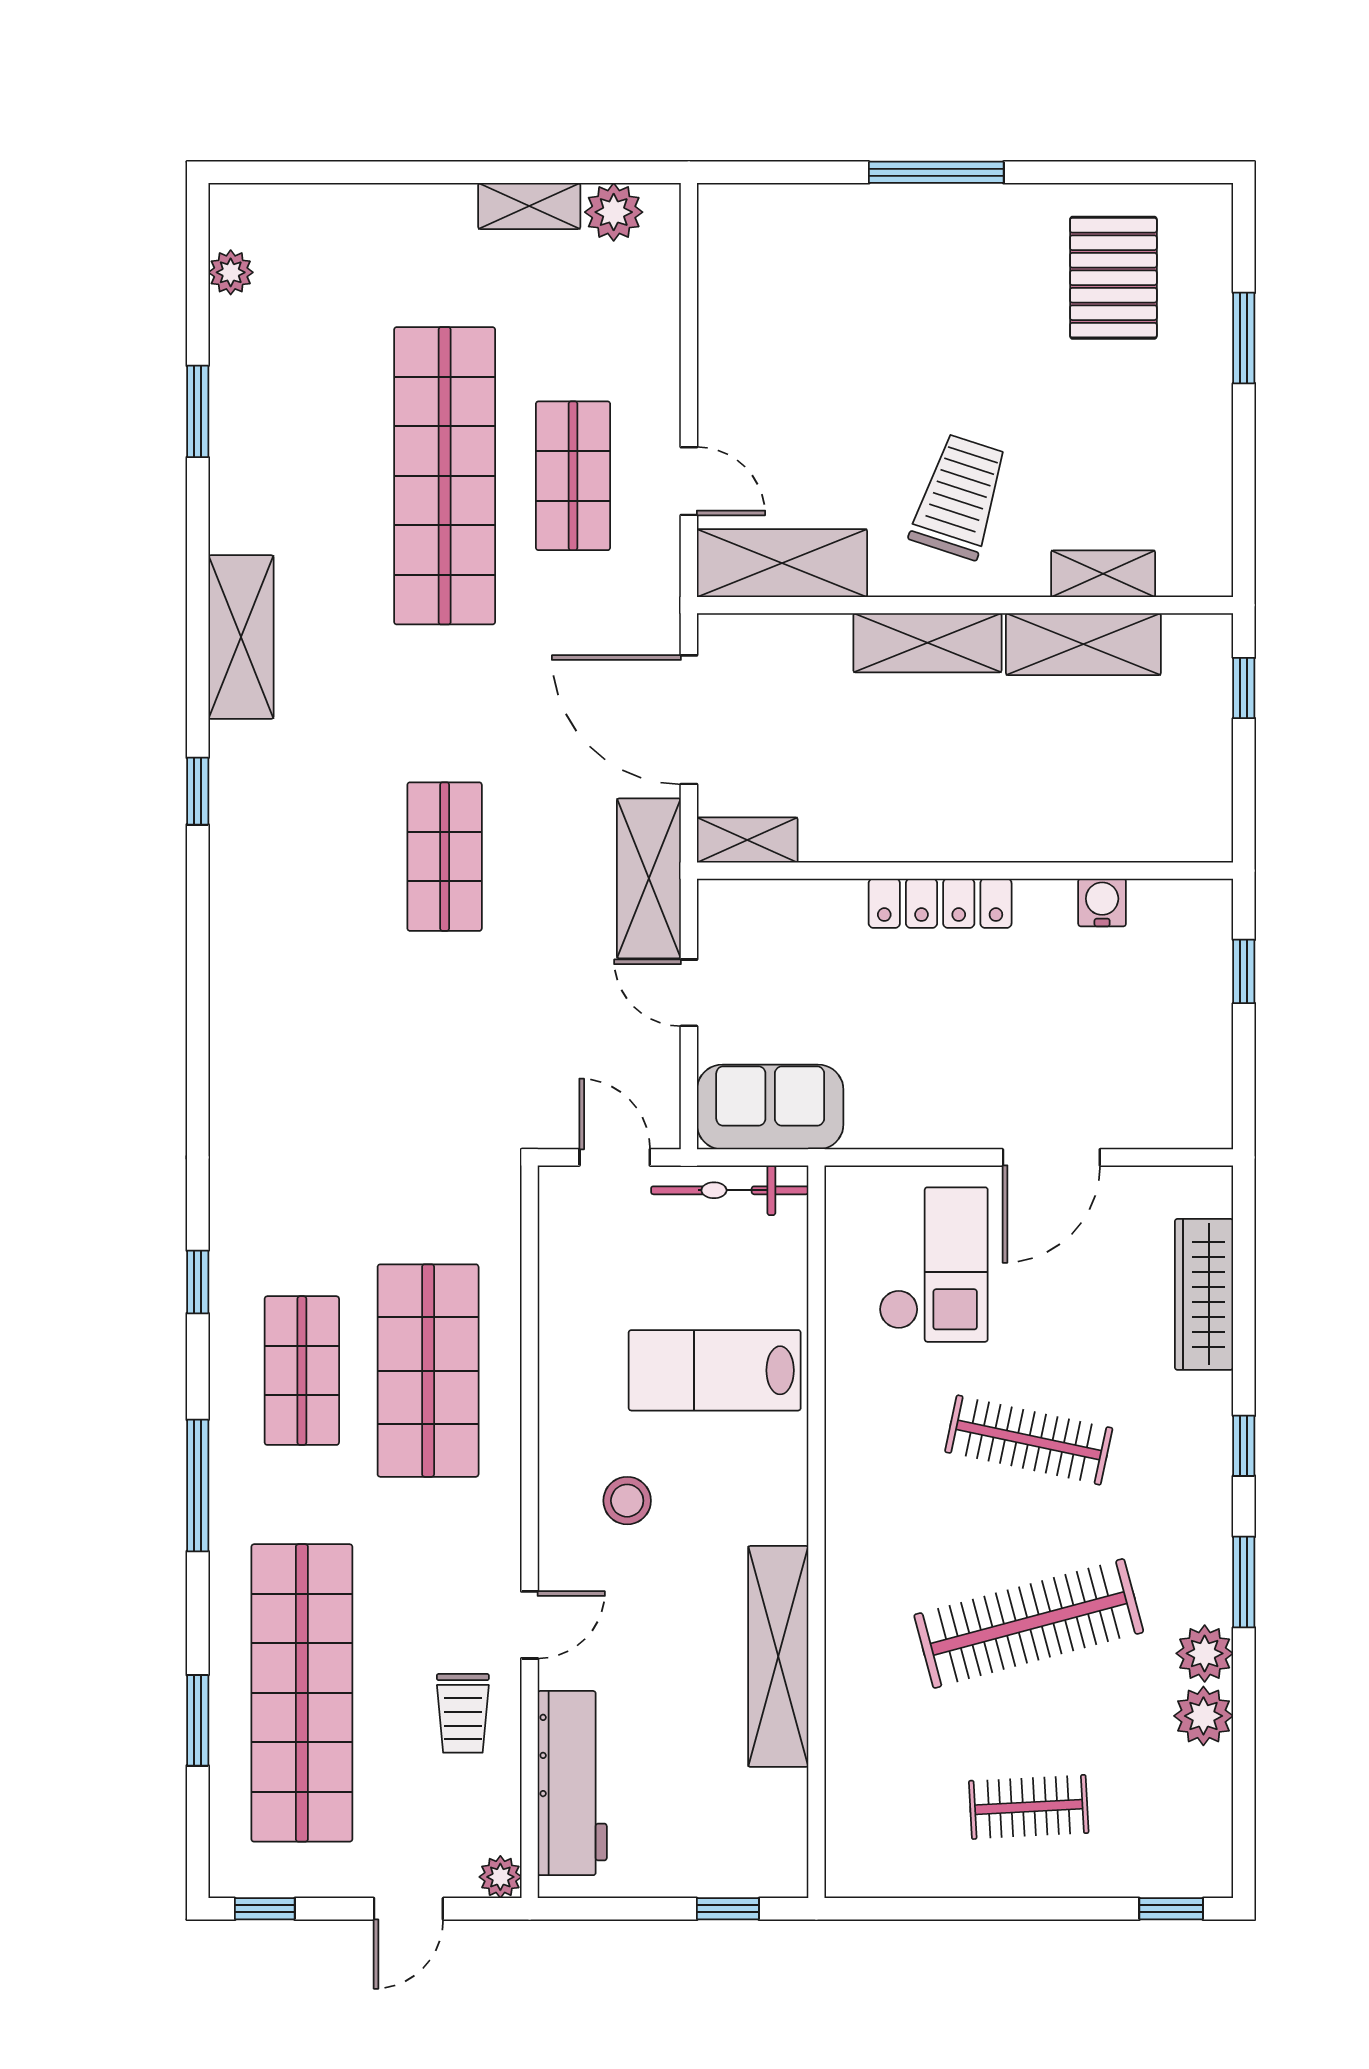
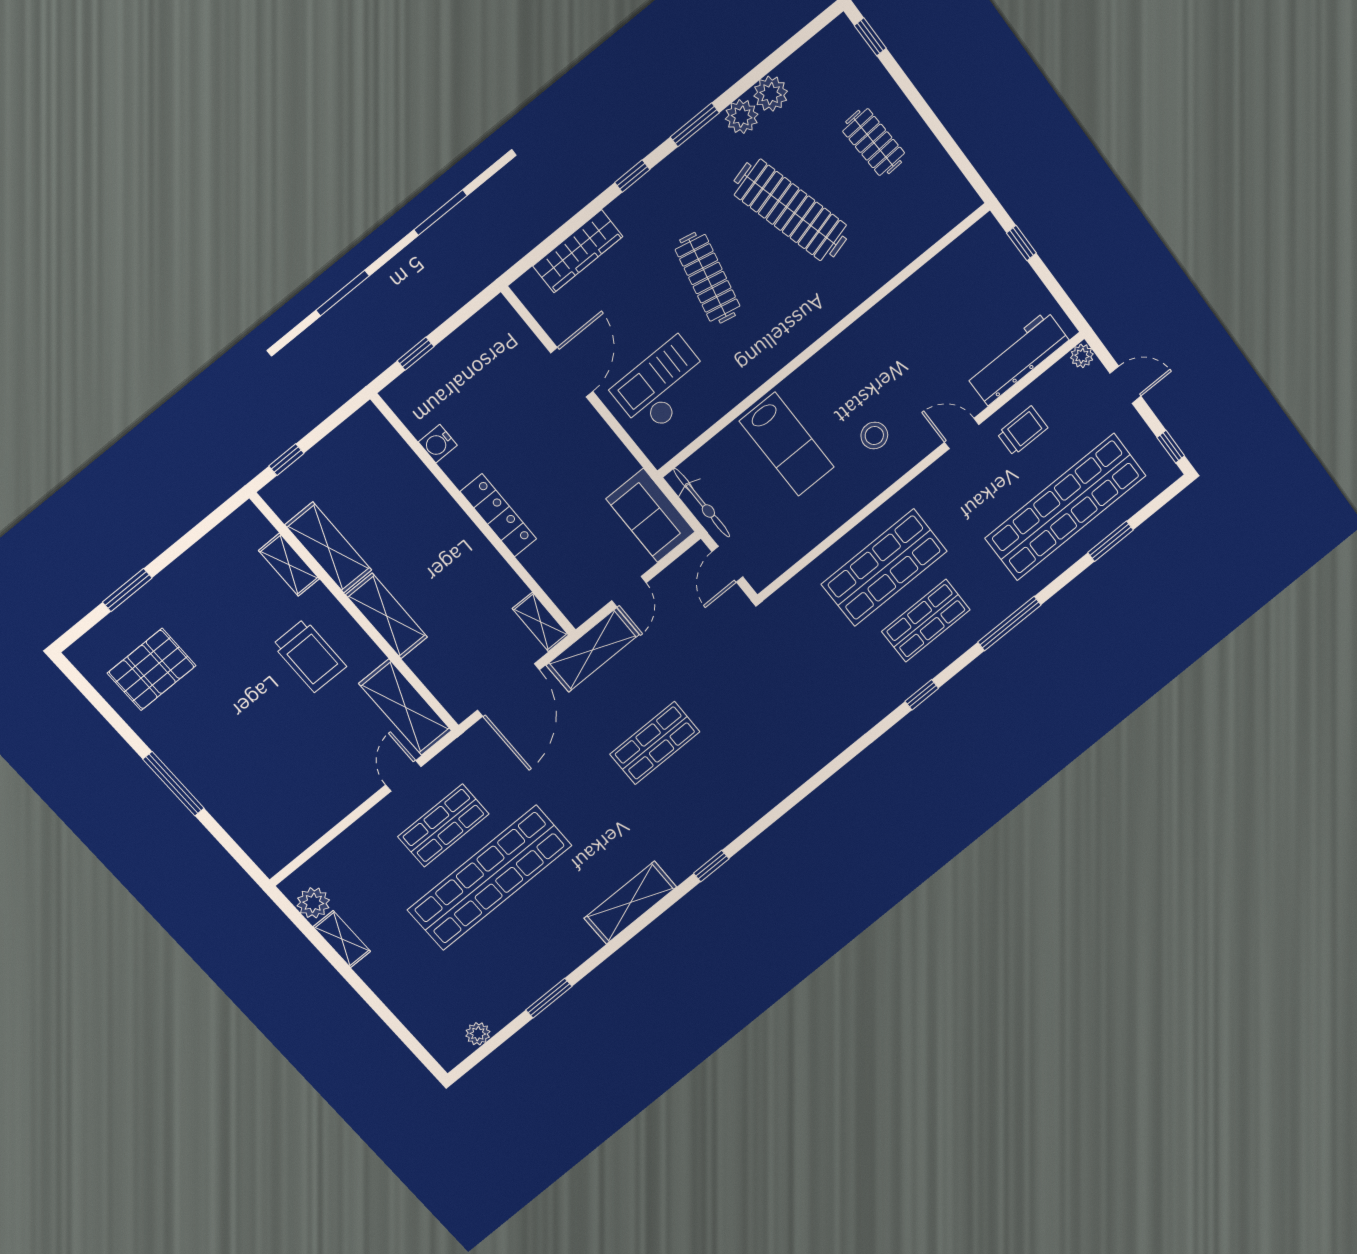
trolley: (959, 497) -> (309, 656), turned -108
door: (1051, 1157) -> (572, 372), hinge flipped
shelving: (778, 1656) -> (892, 312), removed

